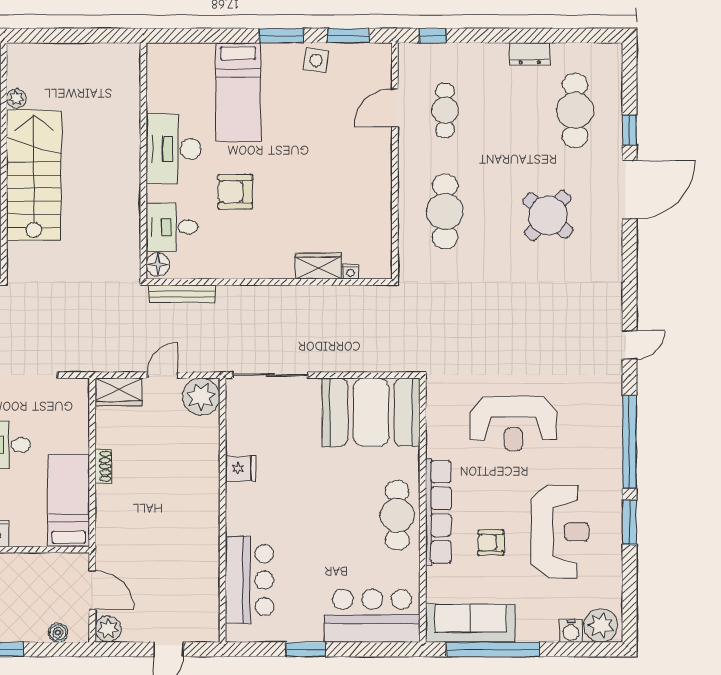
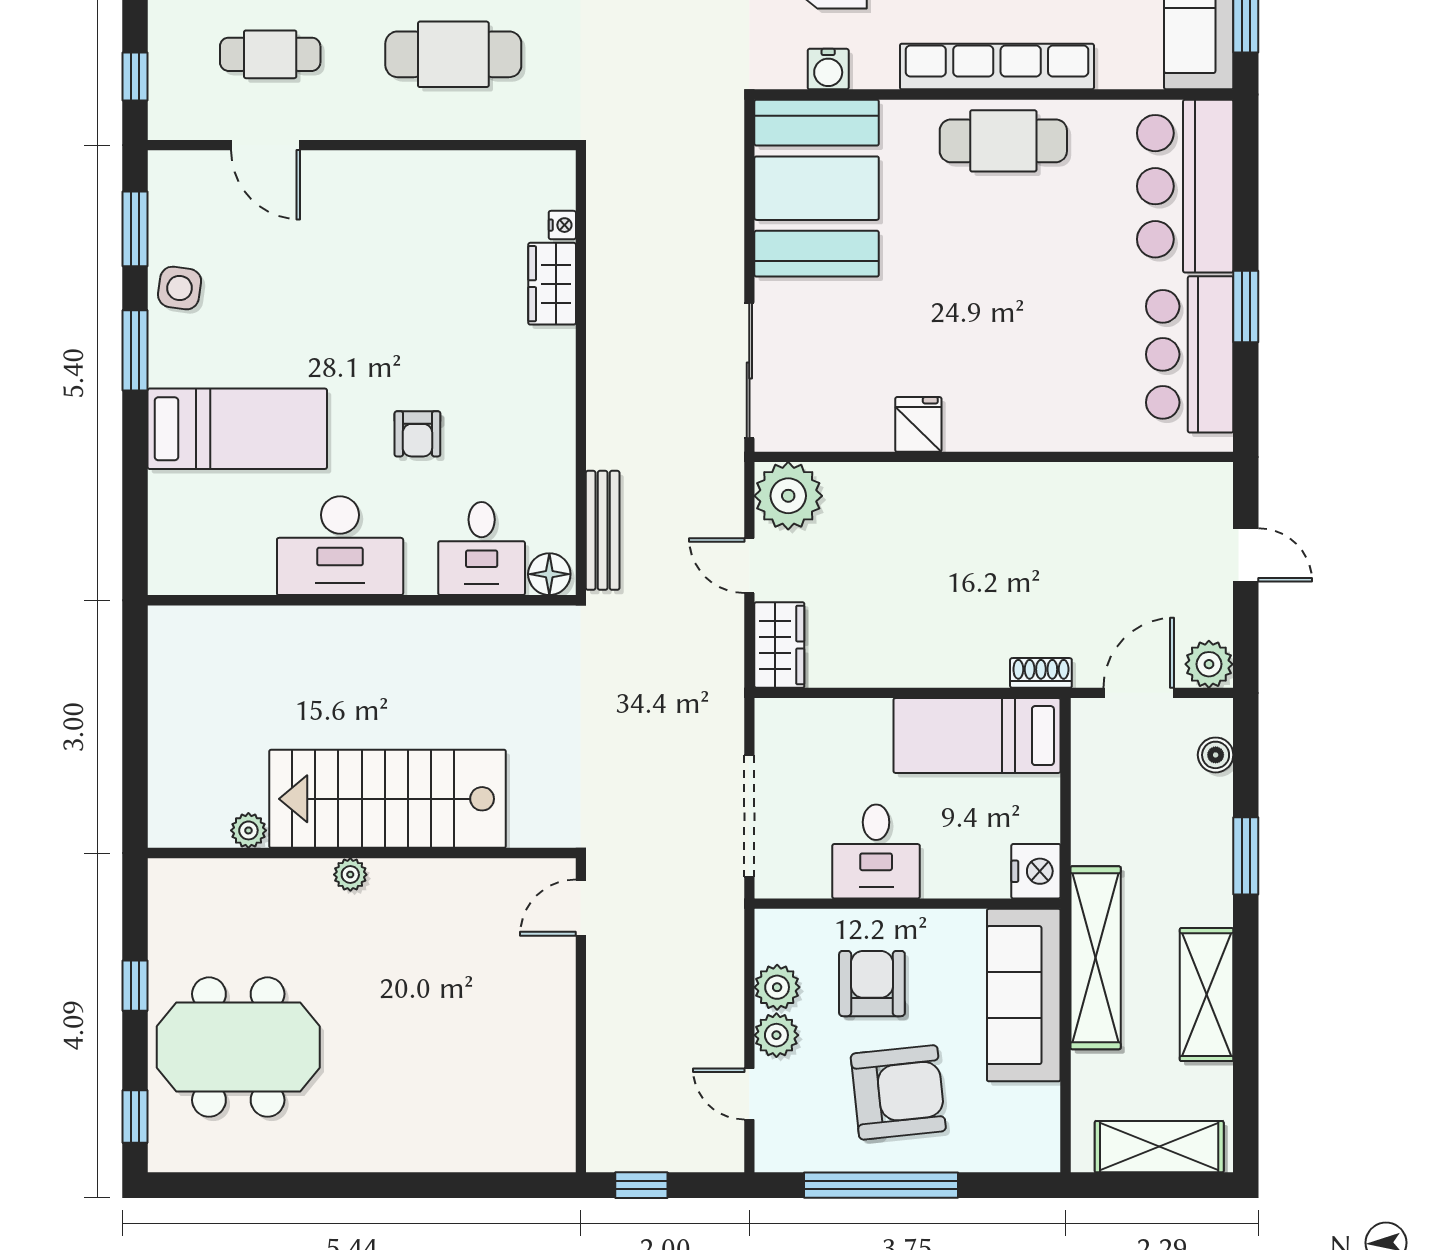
armchair: (235, 192) -> (417, 434), width x0.72, depth x0.72
water cooler: (437, 419) -> (828, 69), added
shoe rack: (103, 466) -> (1041, 673), moved
bar counter: (249, 580) -> (1190, 354), moved, turned -90

